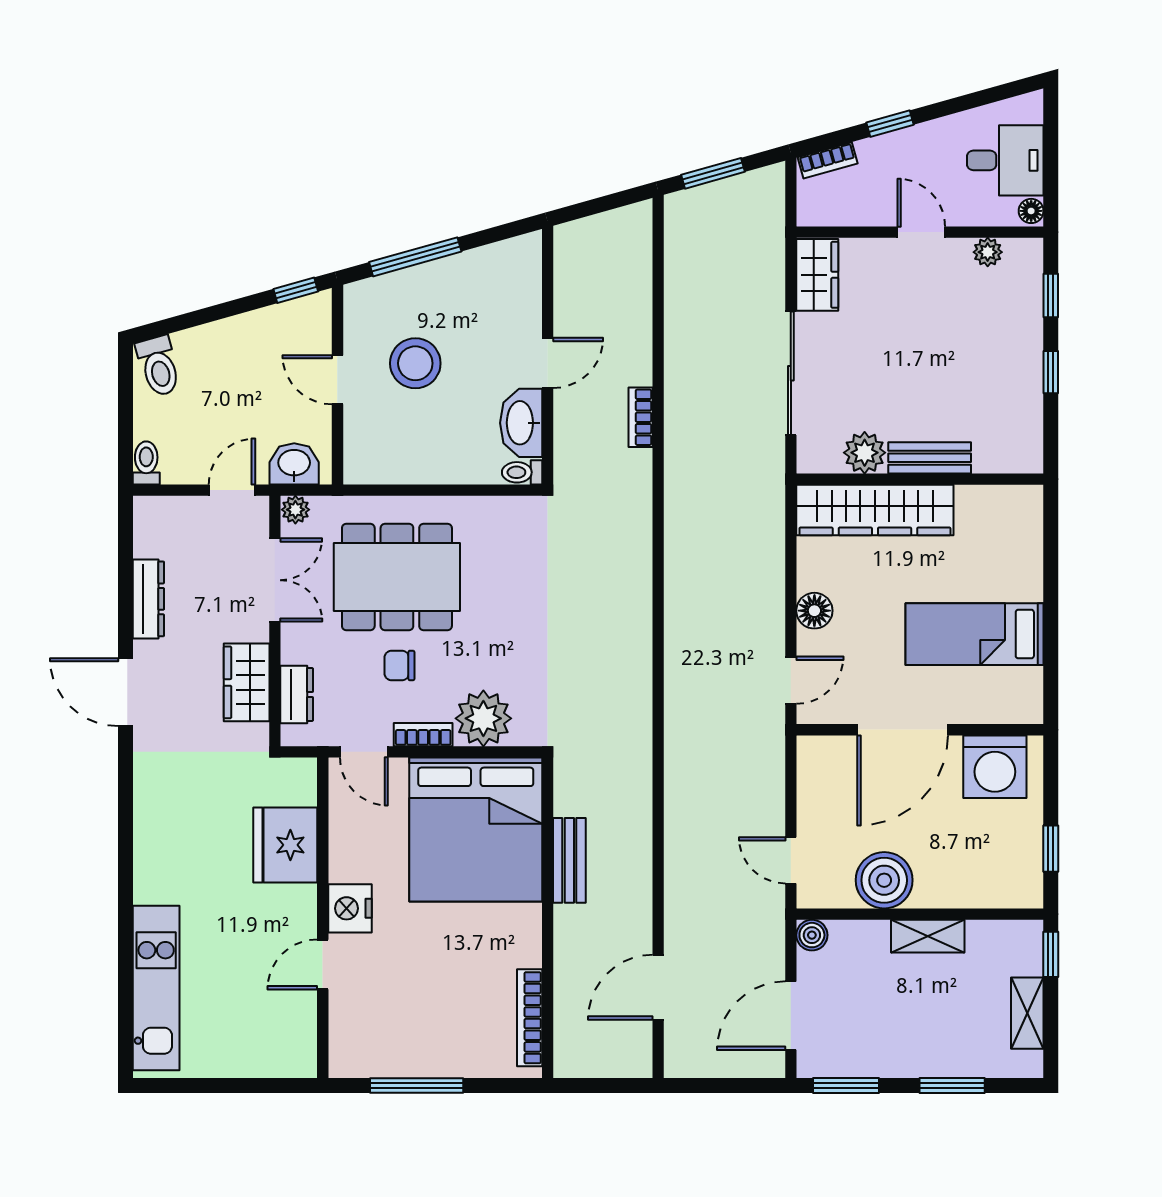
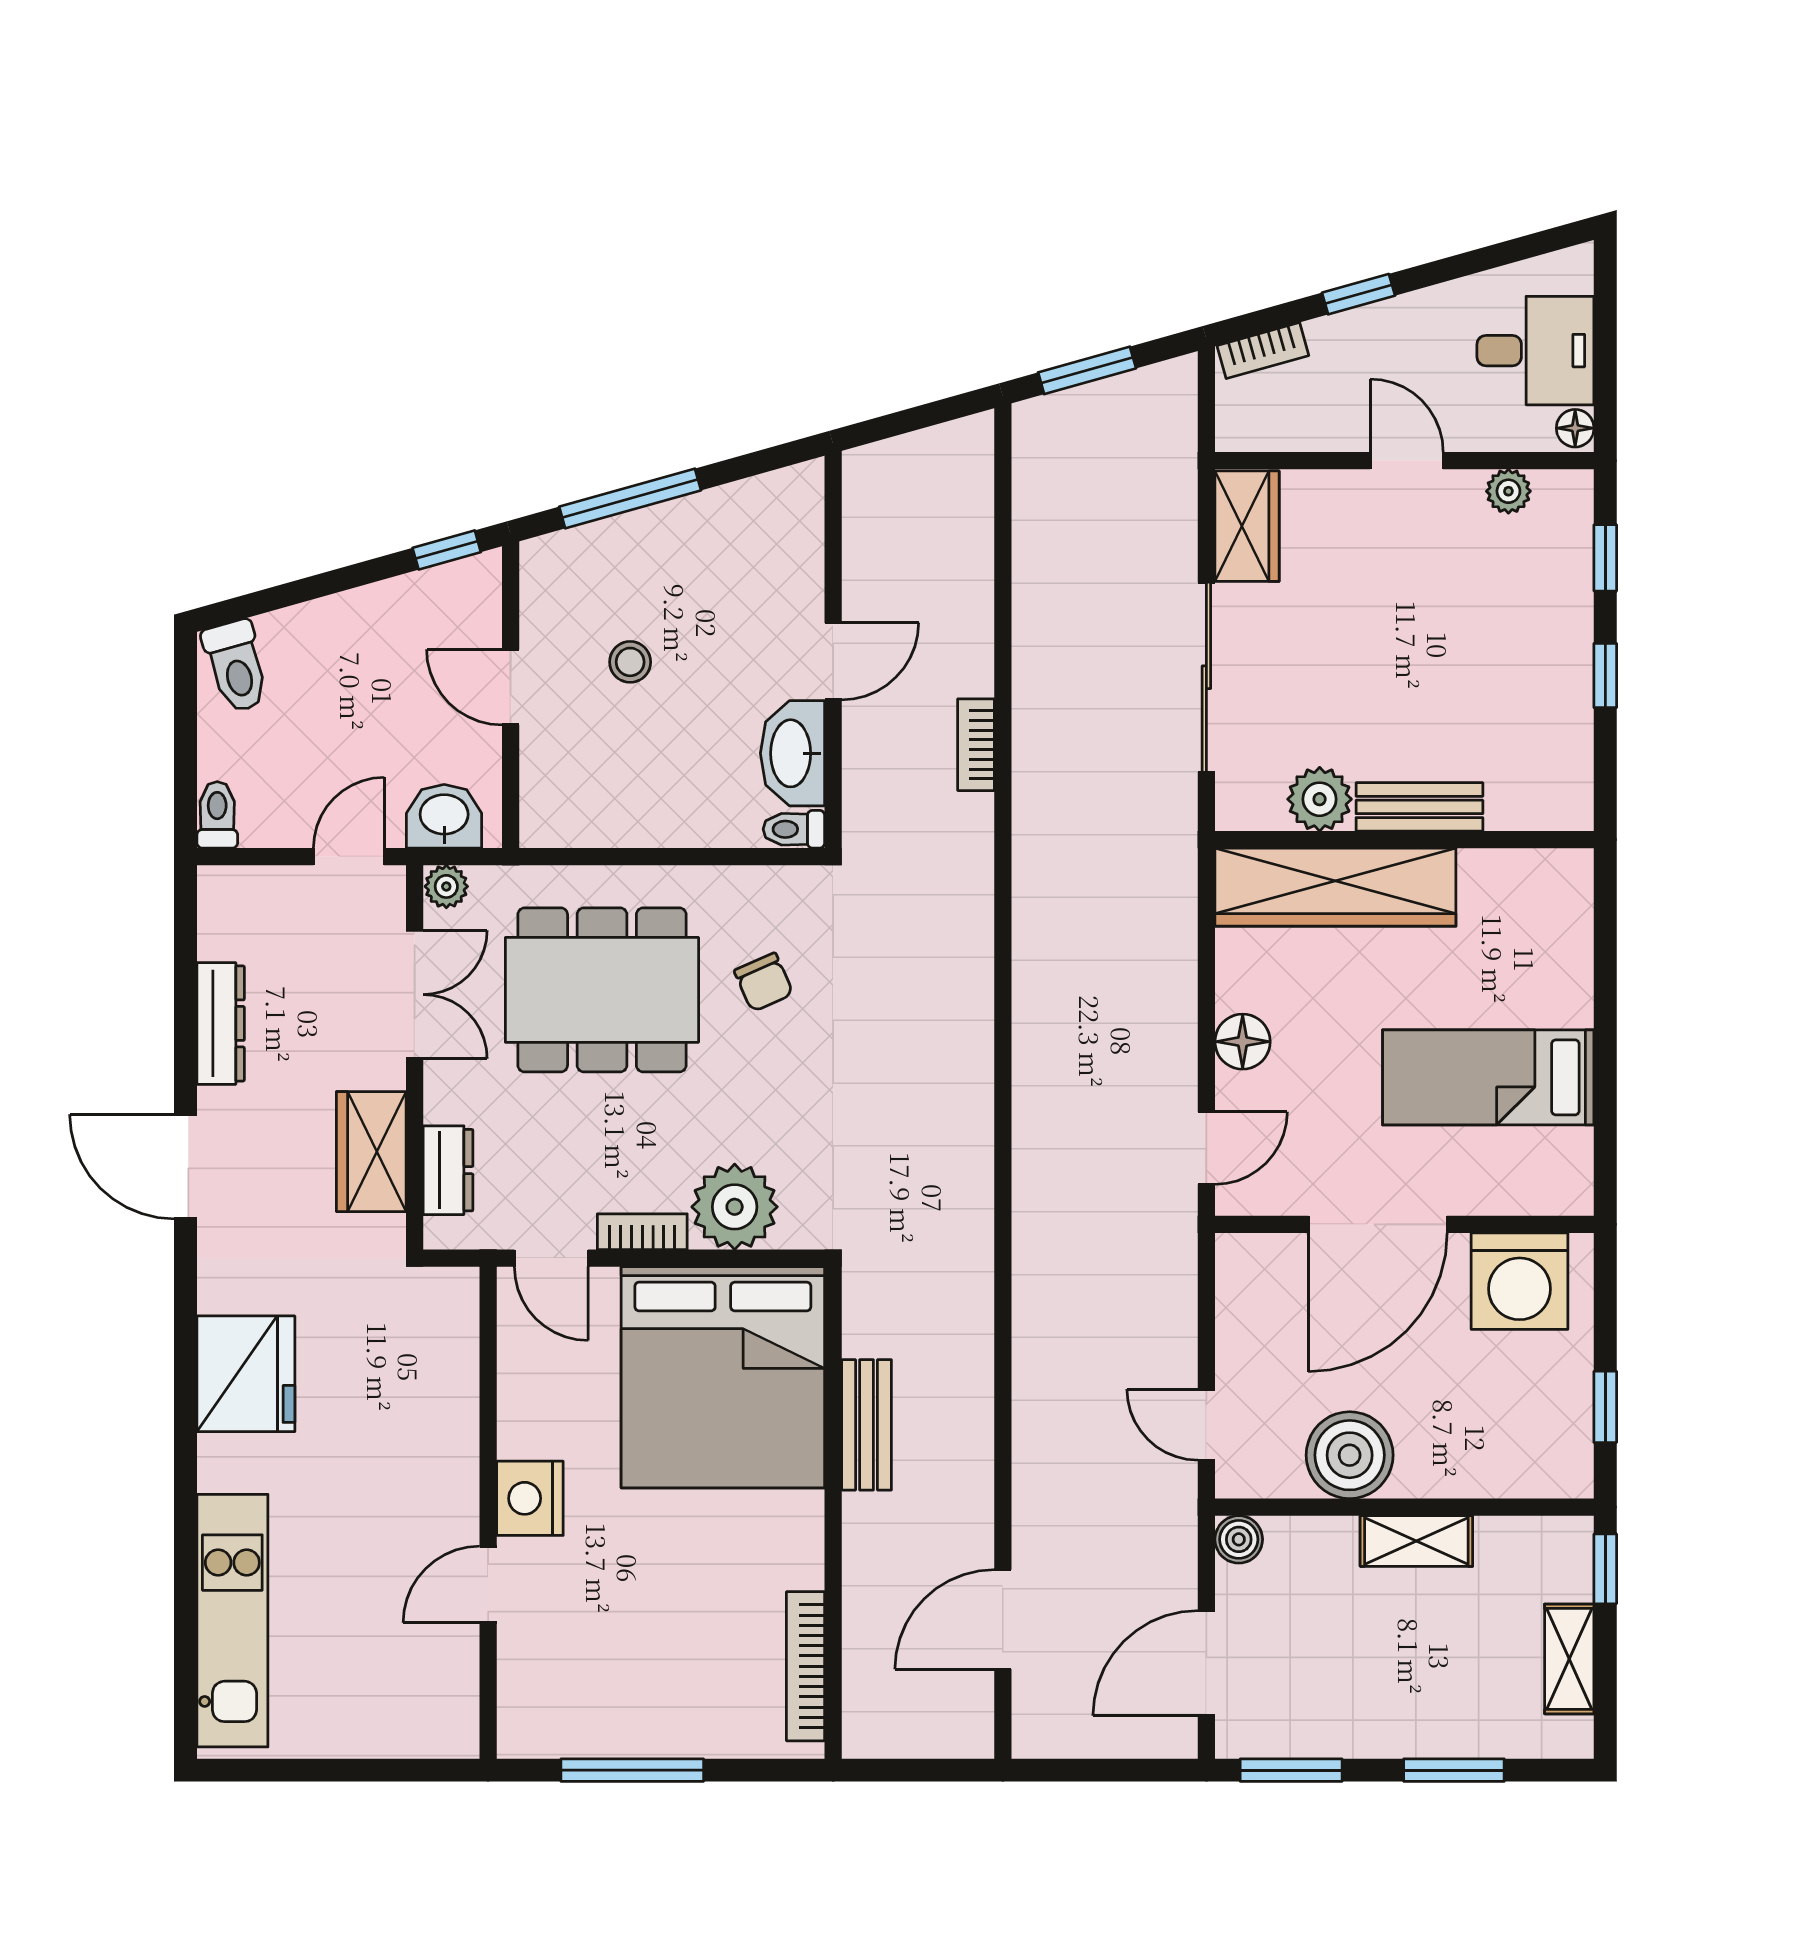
stool: (415, 363) -> (630, 662), width x0.53, depth x0.53
chair: (399, 665) -> (764, 982), moved, turned -114
fridge: (285, 845) -> (246, 1374), moved, turned 180

